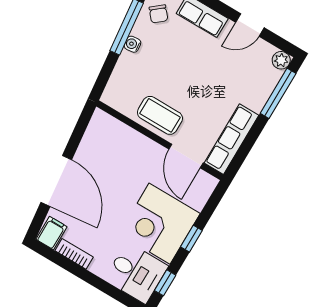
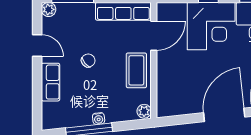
chair: (159, 14) -> (88, 61), moved
plant: (111, 98) -> (144, 111), added

